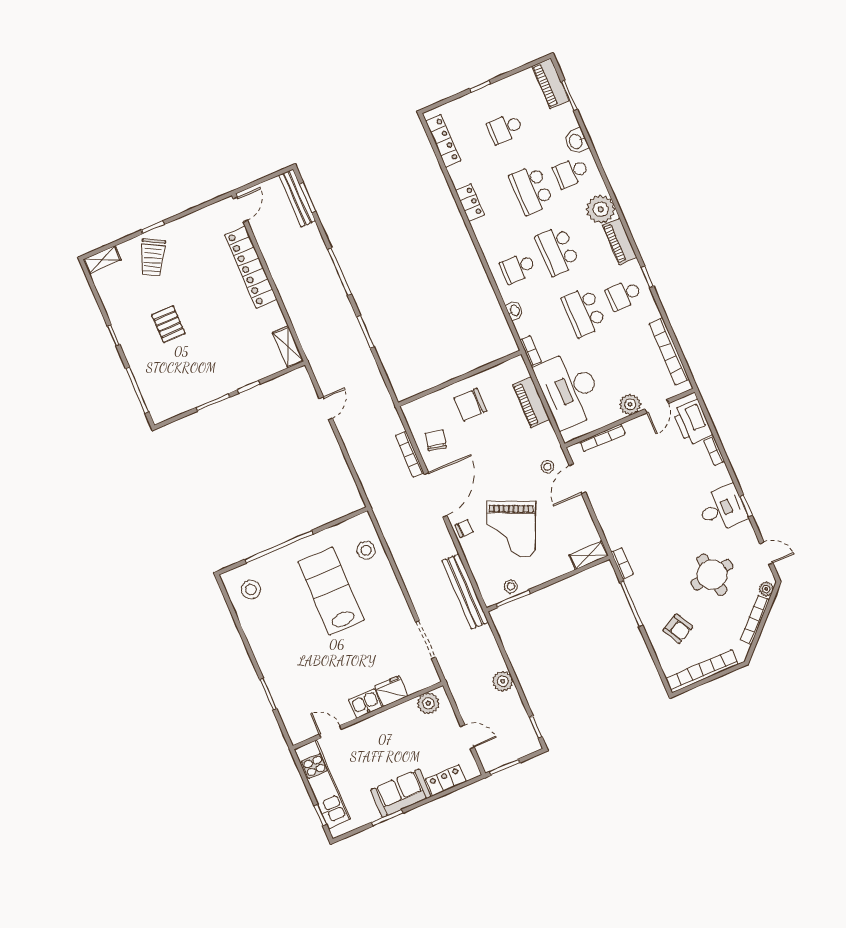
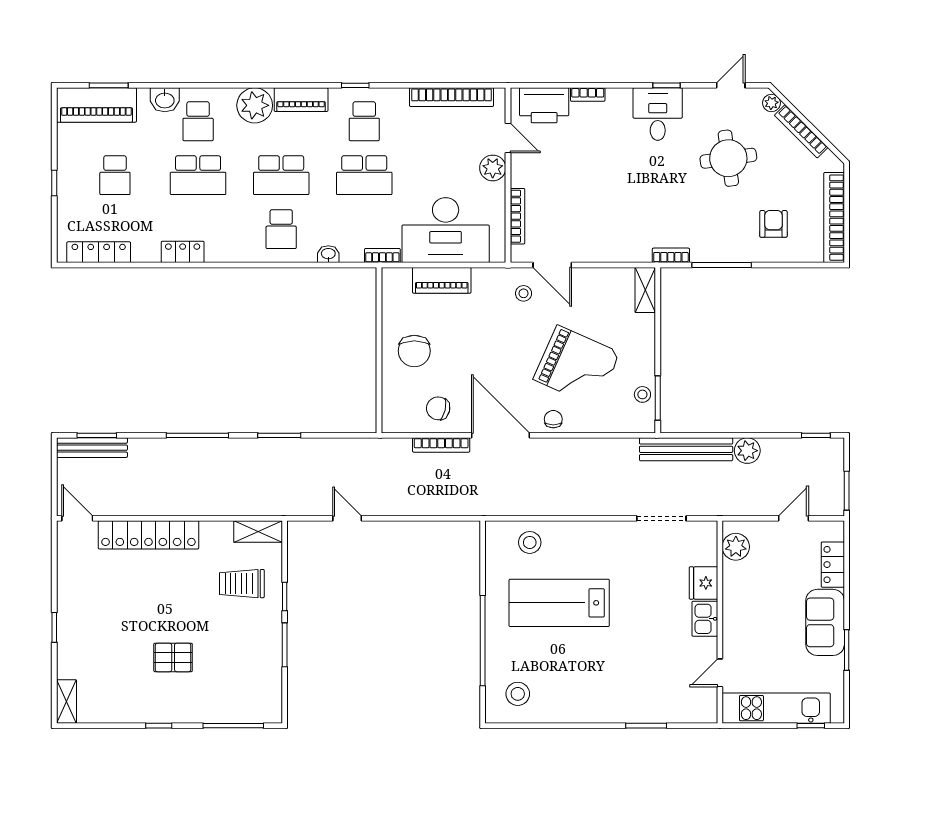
piano: (551, 83) -> (96, 105), width x1.37, depth x1.33
trolley: (153, 258) -> (242, 584), moved, turned 152
bench: (465, 591) -> (686, 449), moved
armchair: (678, 629) -> (773, 224), turned -62

